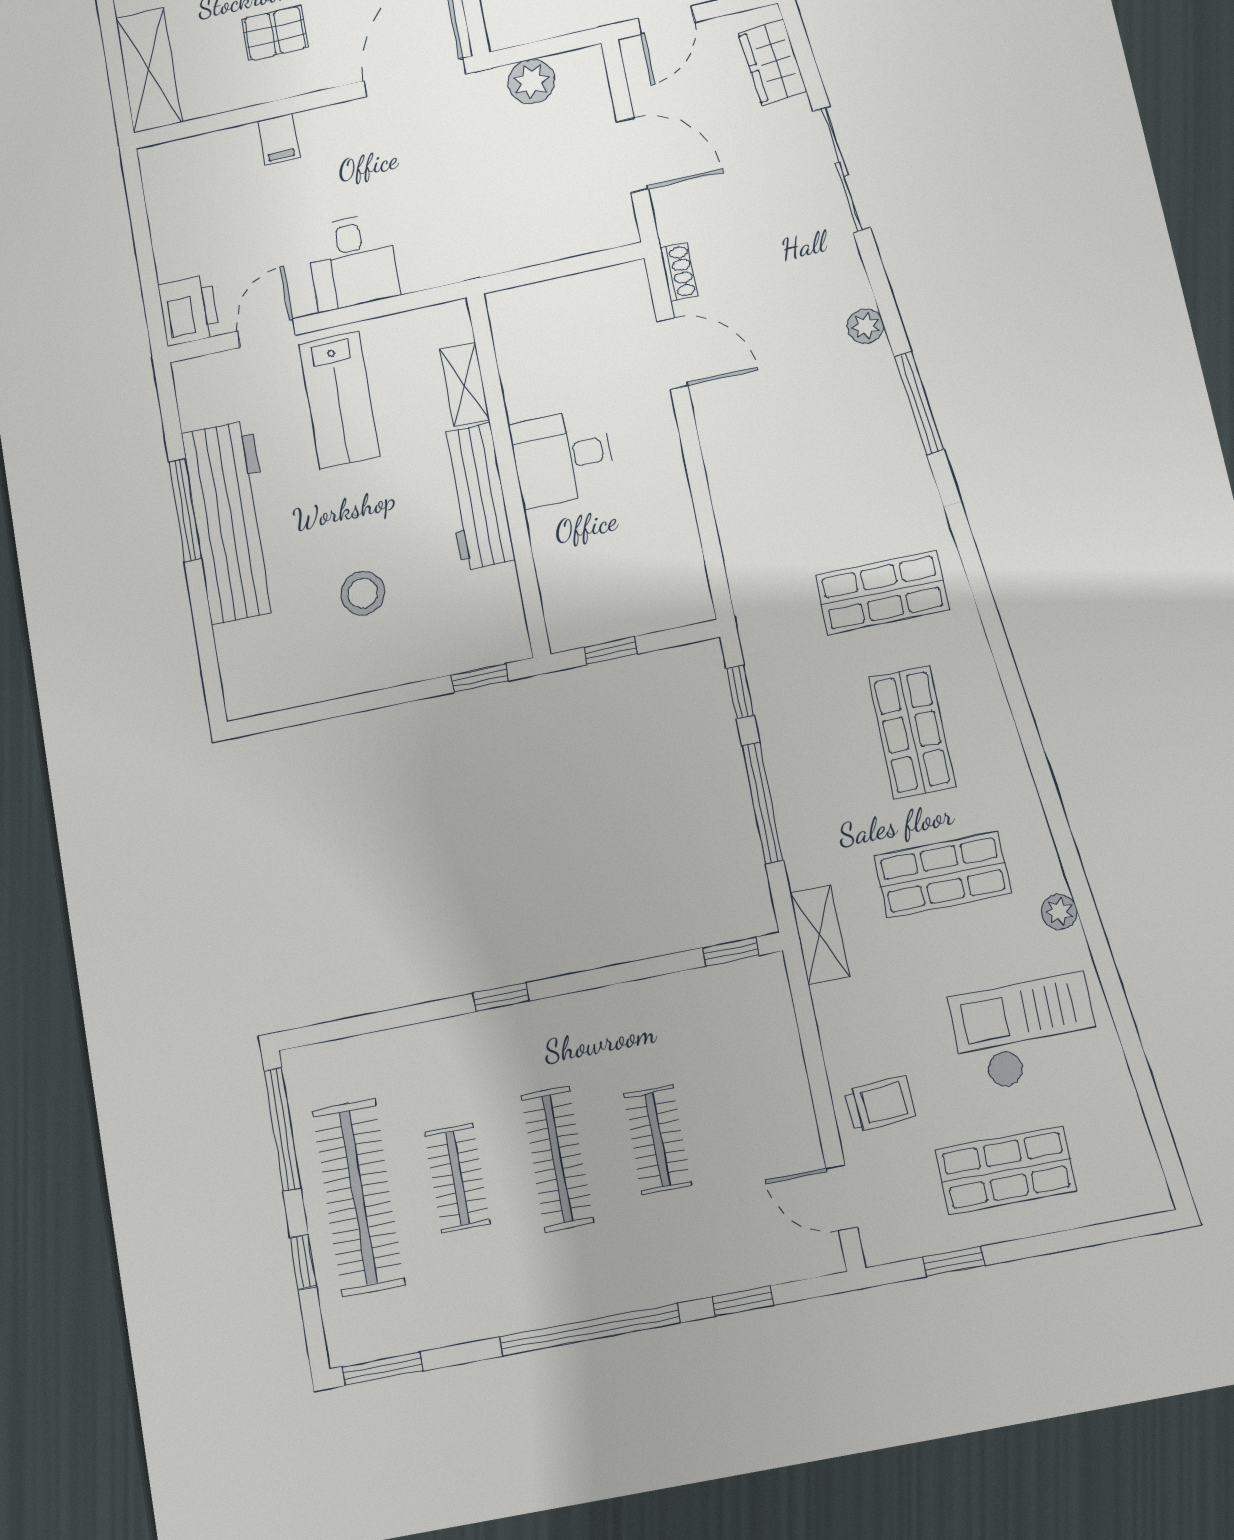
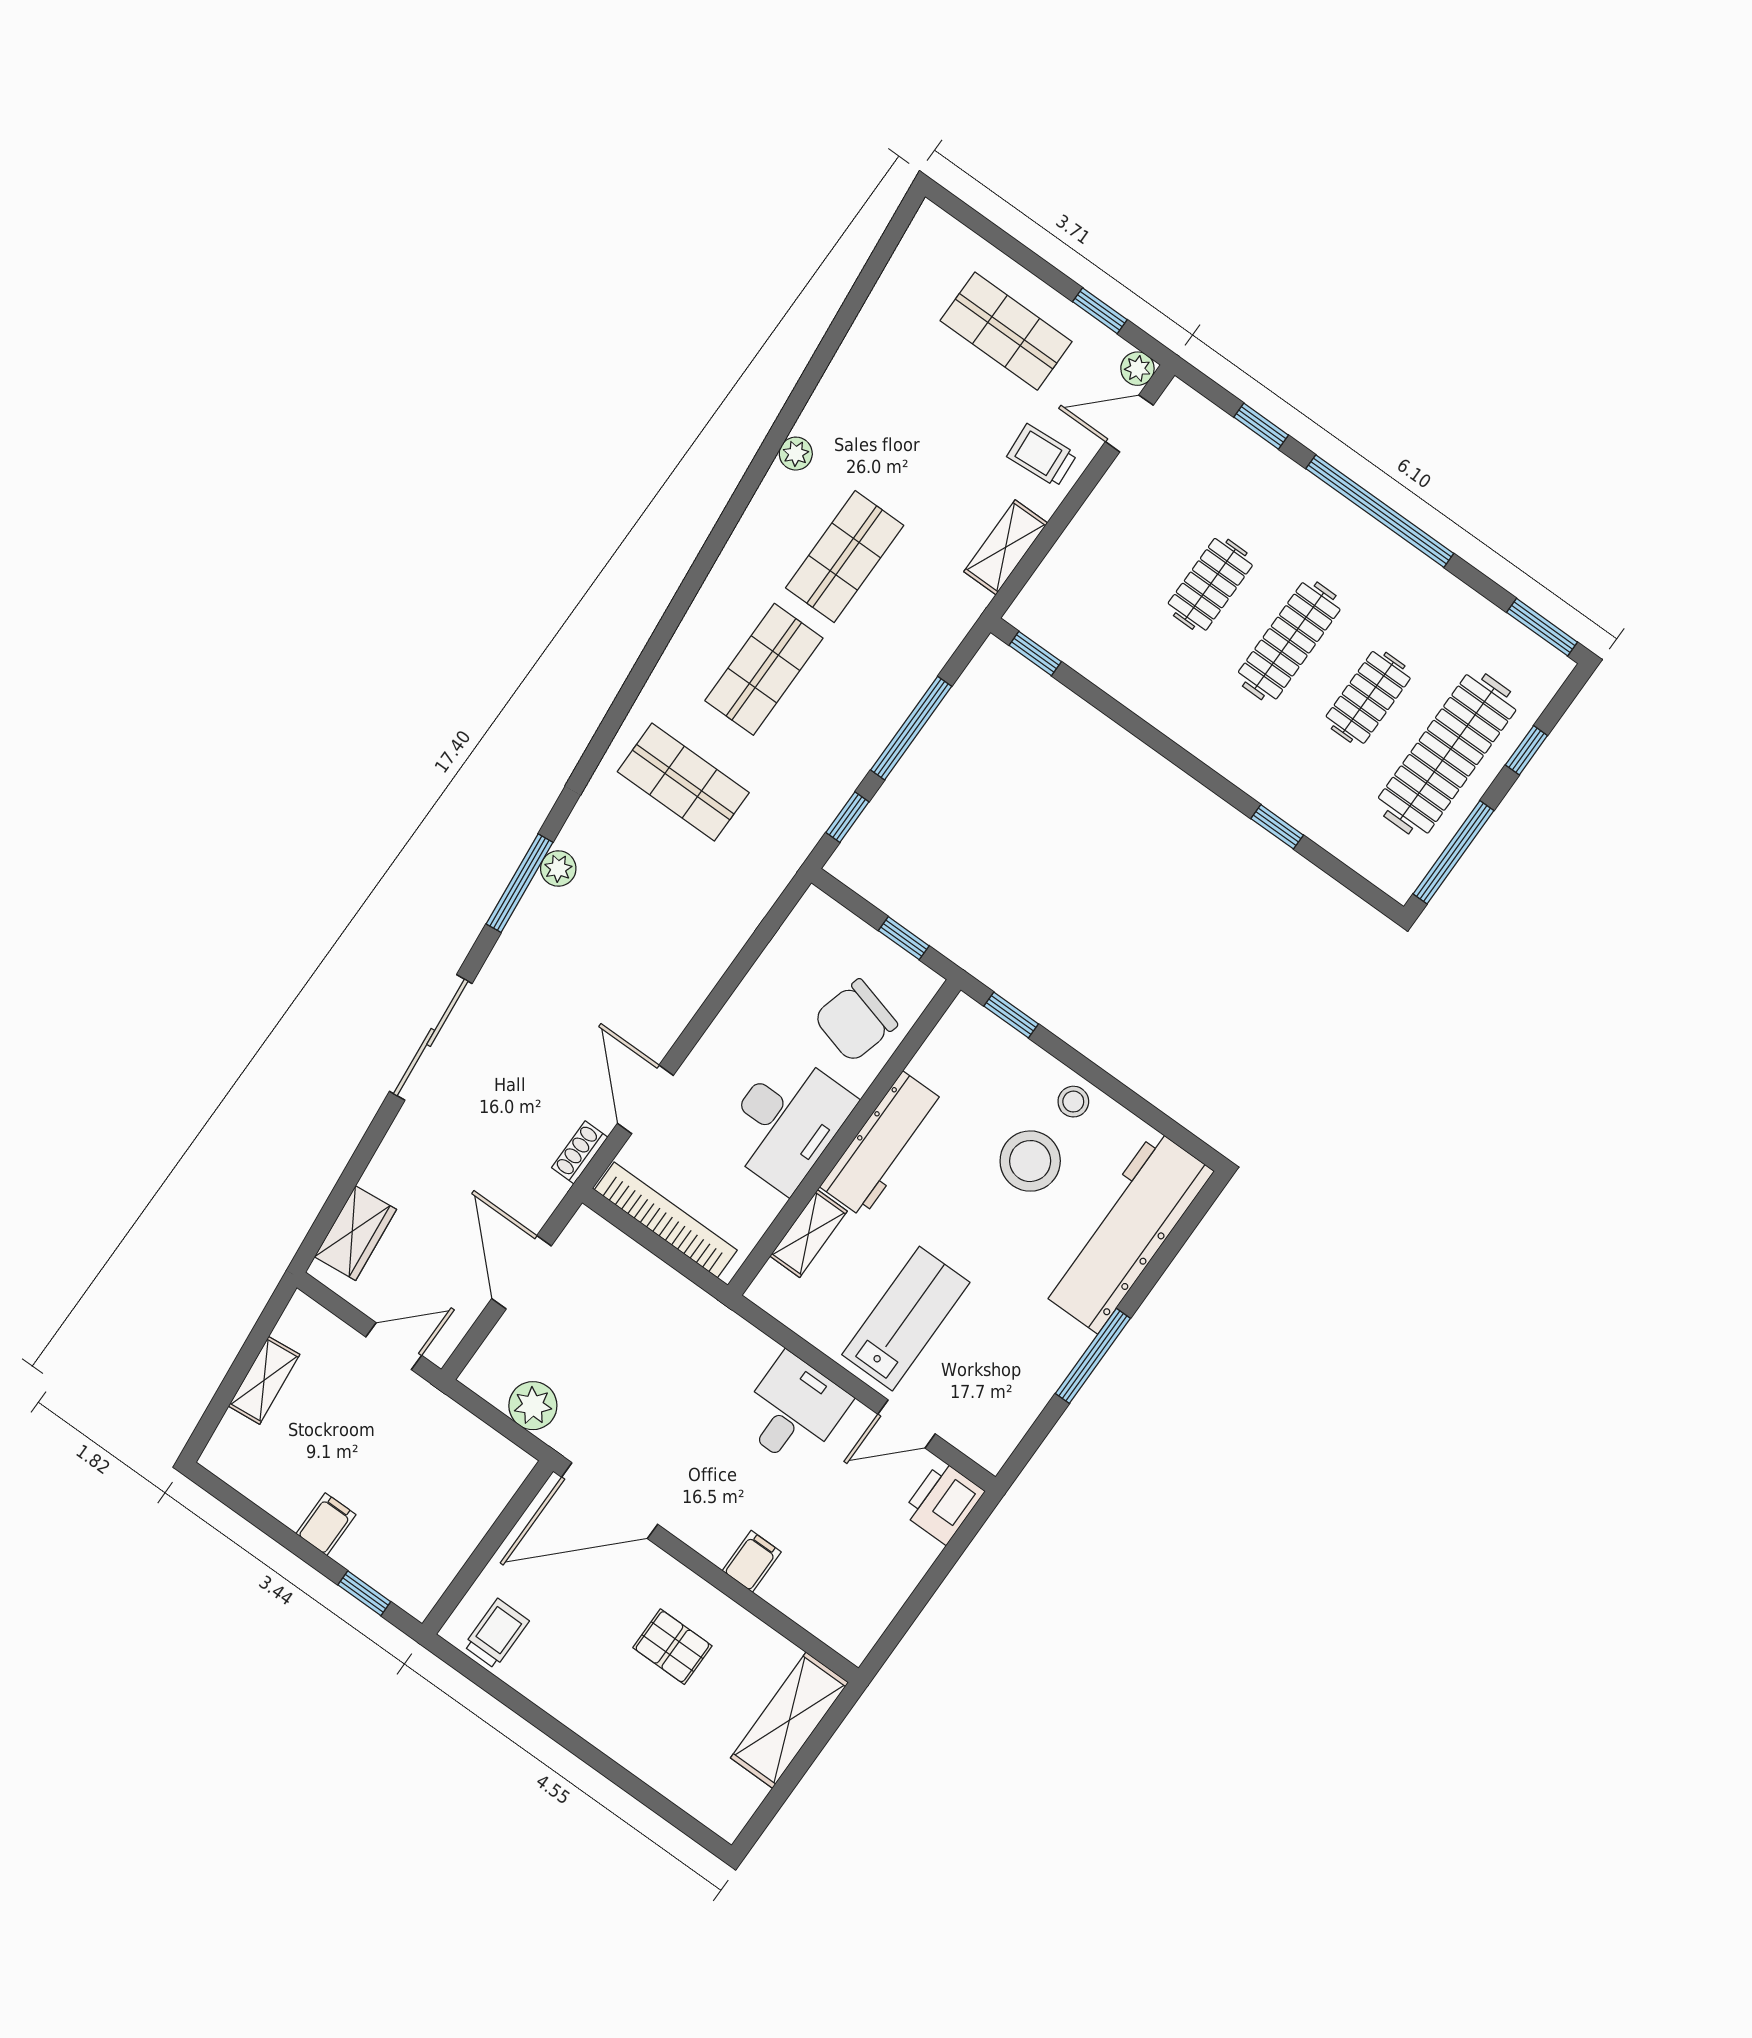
sliding door: (842, 169) -> (431, 1037), moved
bookcase: (572, 291) -> (666, 1220), added
plant: (866, 326) -> (558, 868), moved
desk: (562, 457) -> (786, 1121), width x1.37
workbench: (231, 521) -> (1126, 1231), moved
chair: (584, 559) -> (855, 1021), added
stool: (363, 593) -> (1030, 1161), width x1.38, depth x1.38
stool: (374, 665) -> (1073, 1102), added
shop shelf: (942, 875) -> (845, 557), turned 90
shelving: (819, 934) -> (1006, 547), moved
window: (501, 997) -> (1277, 827), moved
checkout: (1026, 1033) -> (900, 402), removed
door: (842, 1198) -> (1129, 423), swing flipped
plant: (879, 1247) -> (1137, 369), added

